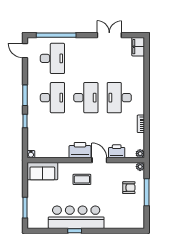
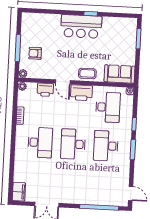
desk: (52, 58) -> (108, 107), moved, turned 180
coffee table: (82, 179) -> (87, 73), moved
bar counter: (76, 217) -> (81, 26), width x0.73

